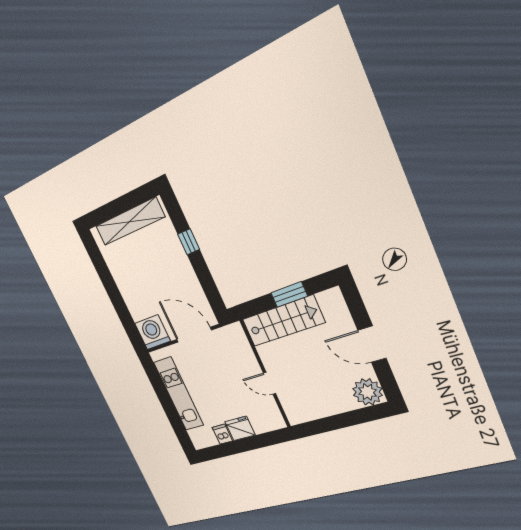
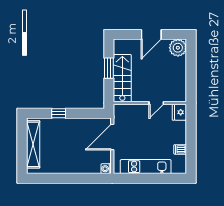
washing machine: (153, 332) -> (106, 169), width x0.53, depth x0.53
fridge: (240, 428) -> (179, 112), moved

